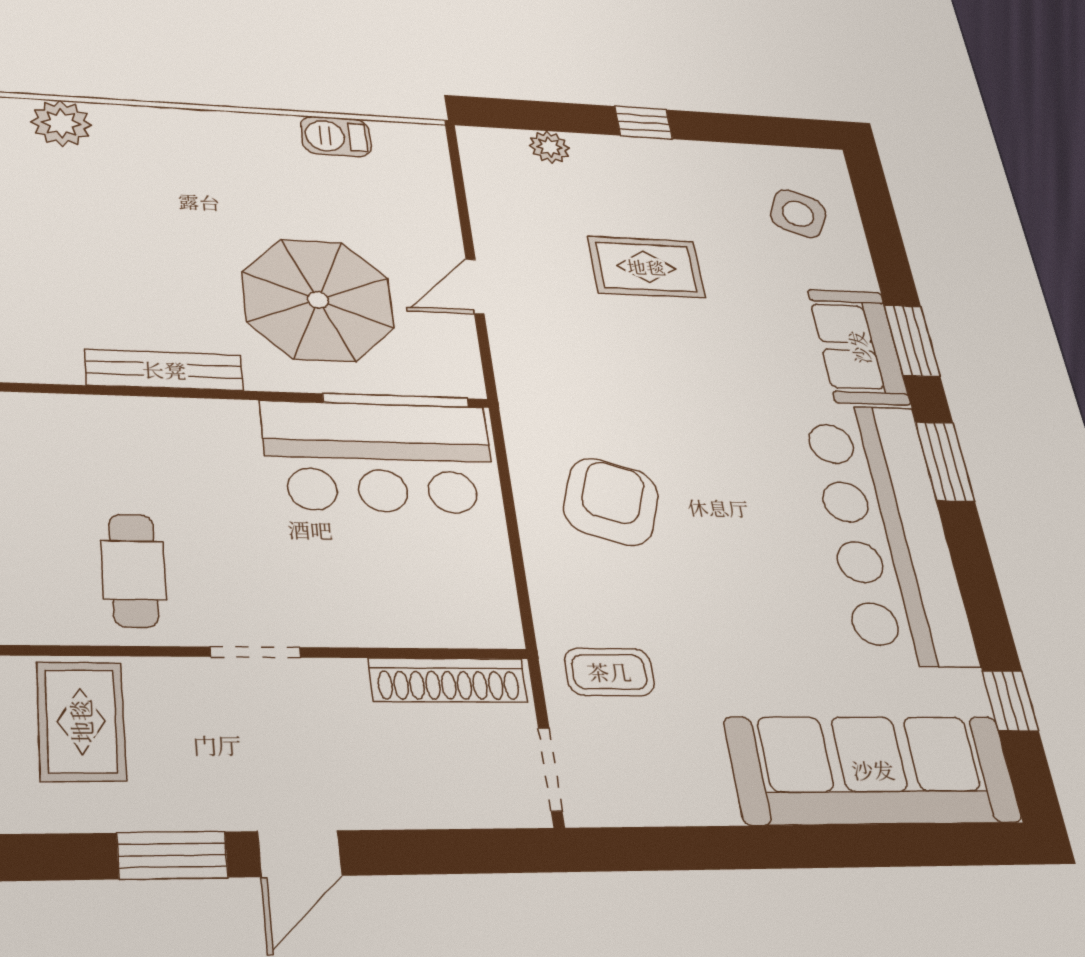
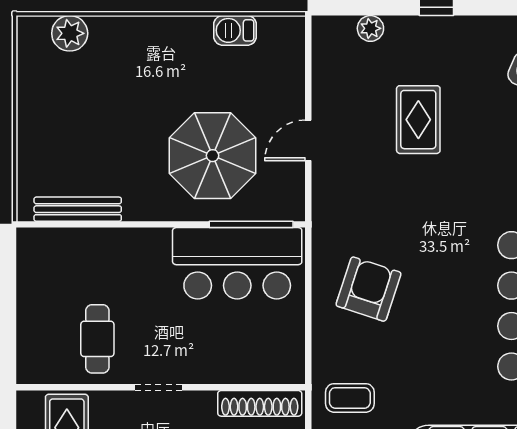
rug: (646, 267) -> (418, 120), turned 90
bench: (164, 370) -> (78, 209), moved

